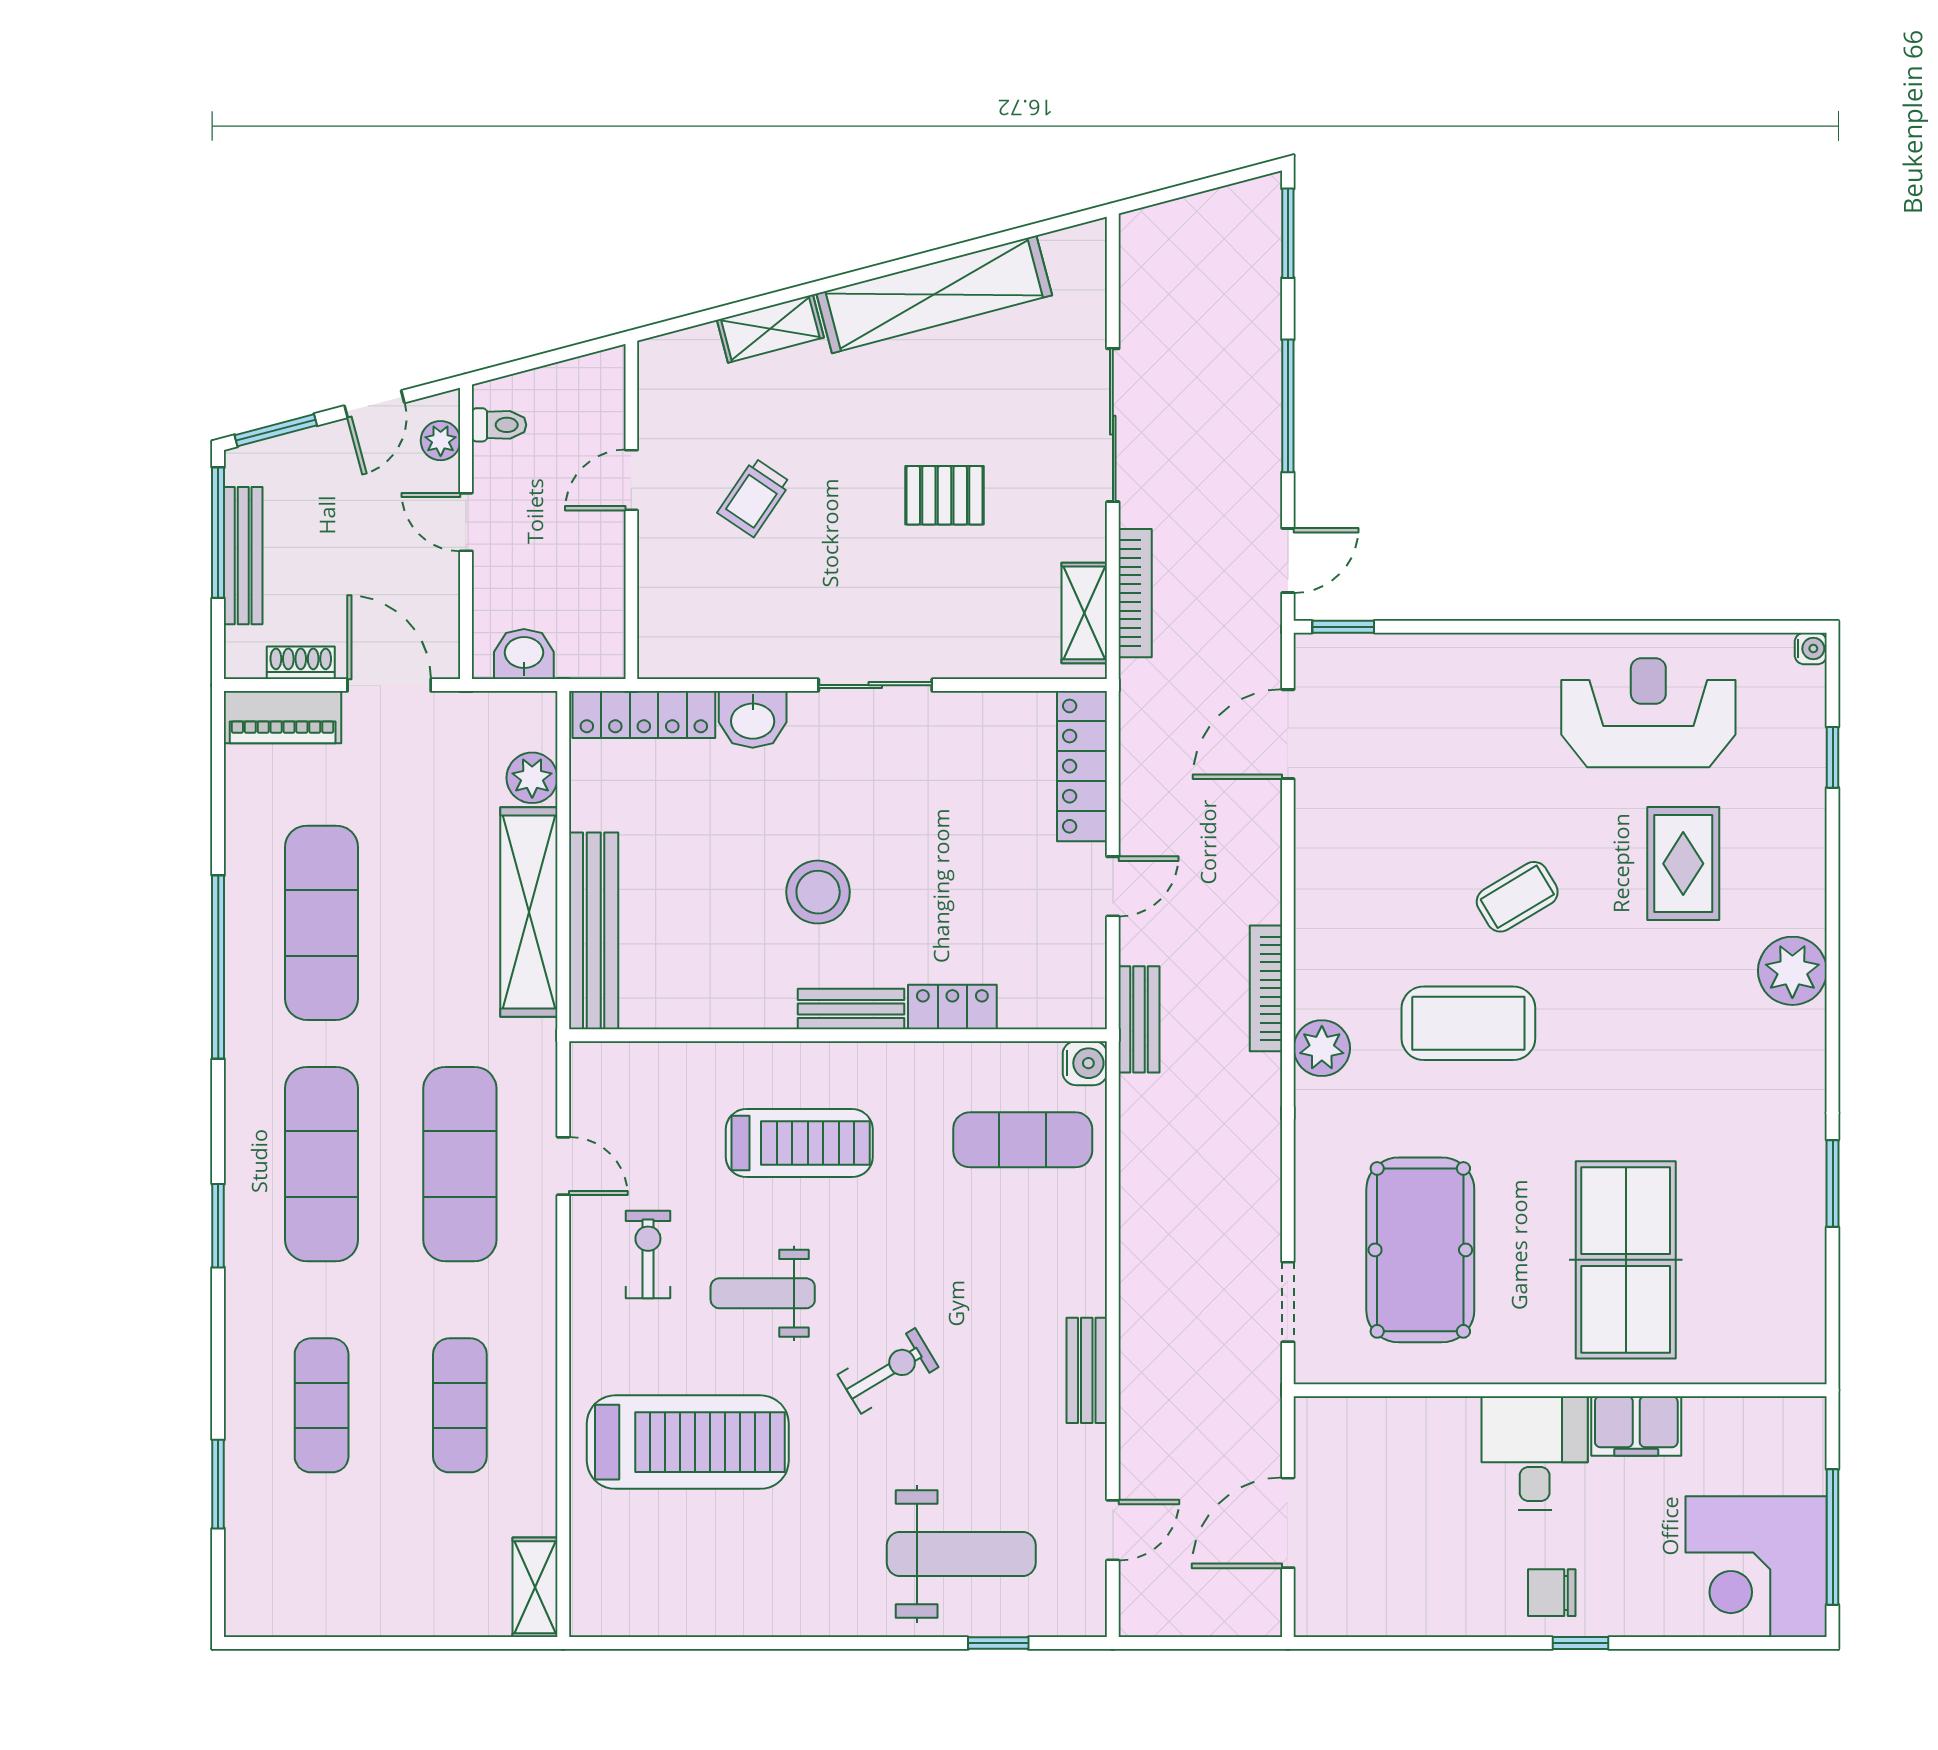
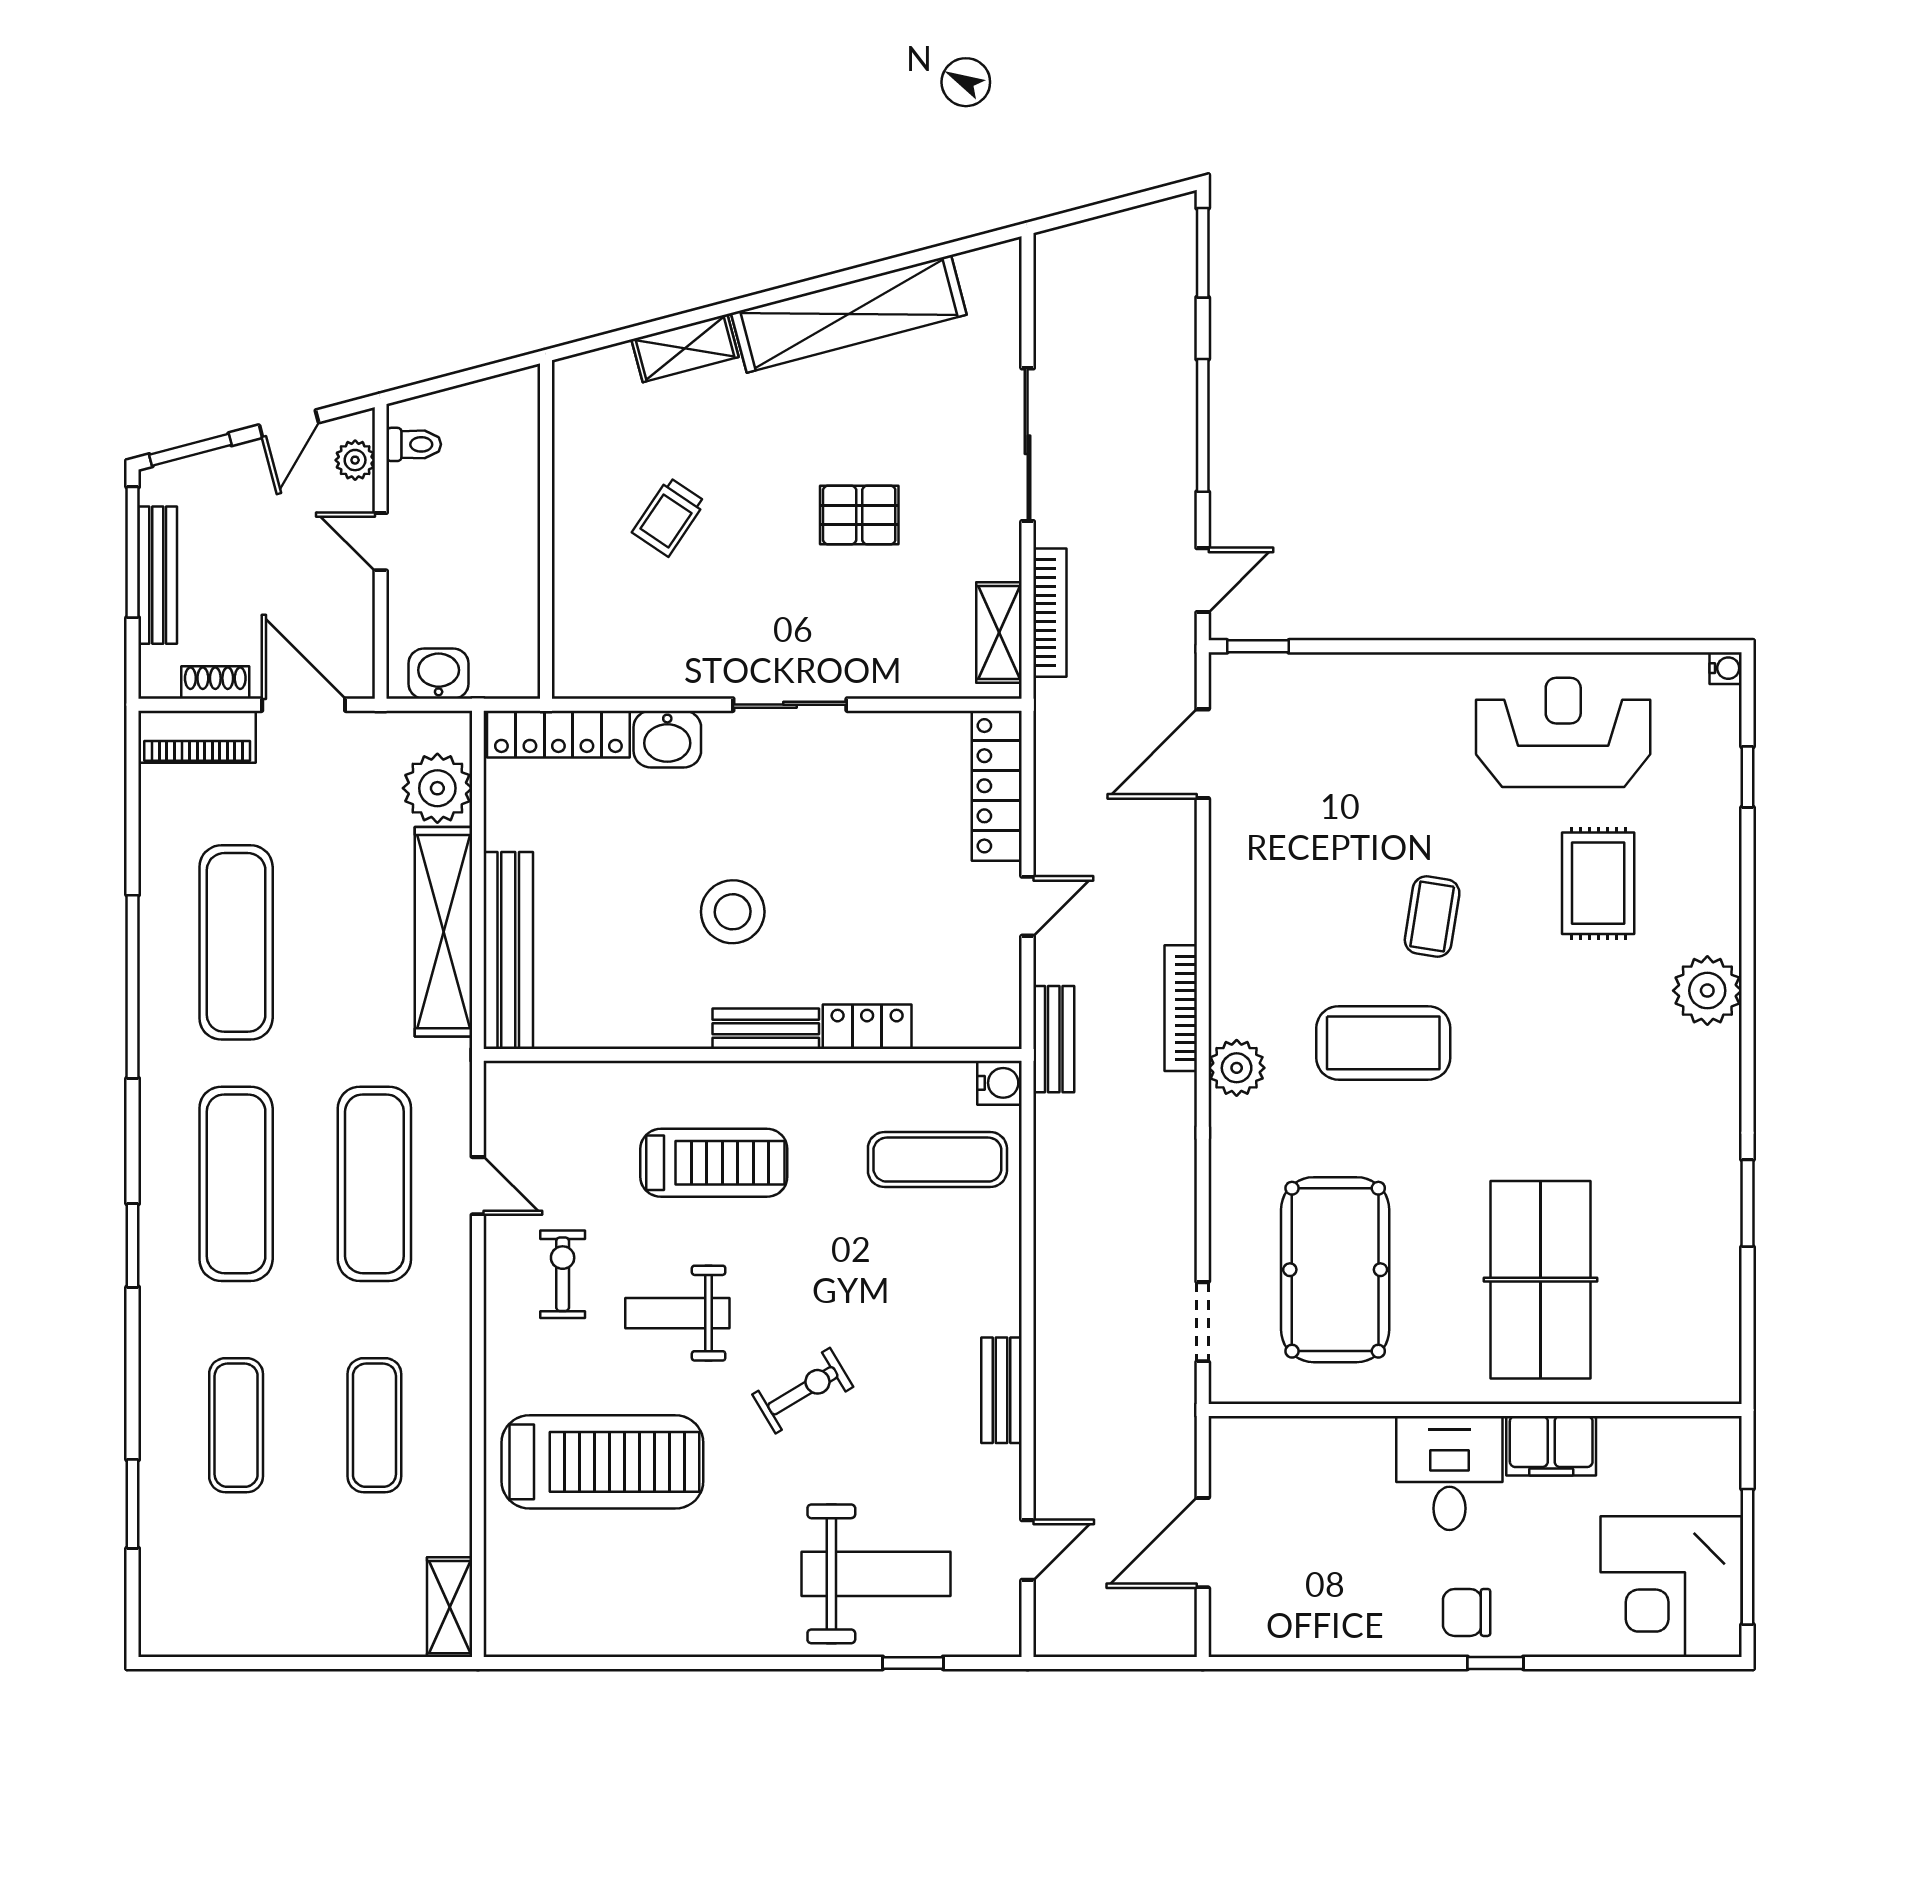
door: (631, 480) -> (546, 500), removed
plant: (532, 778) -> (437, 788), width x1.36, depth x1.36
coffee table: (1517, 897) -> (1432, 916), turned -50

